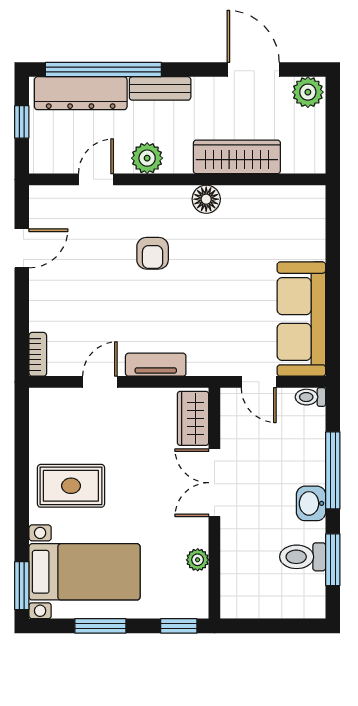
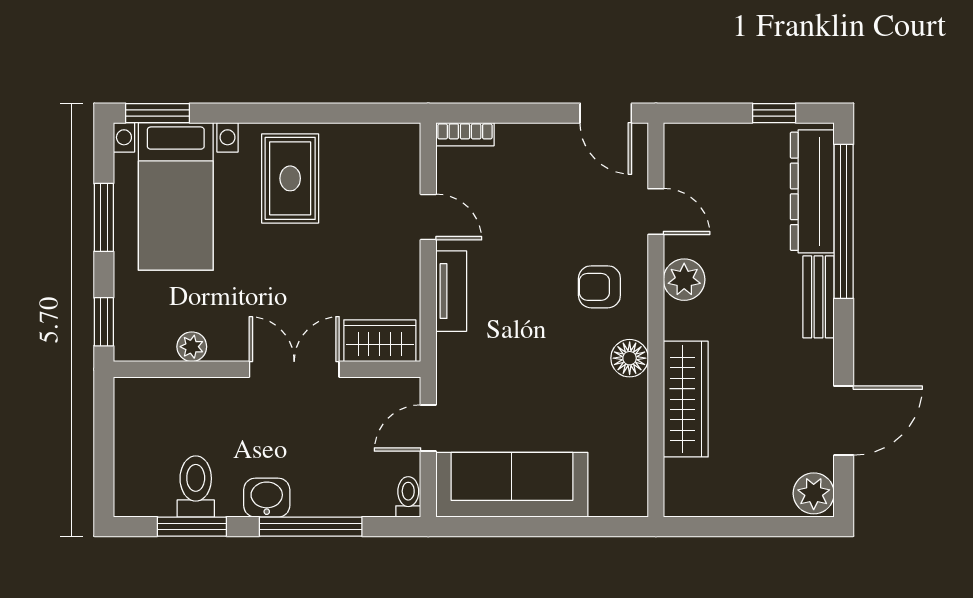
wardrobe: (237, 157) -> (686, 399), moved
plant: (147, 158) -> (684, 280), moved
door: (96, 179) -> (656, 212), moved
wall: (177, 179) -> (656, 320), moved
floor lamp: (206, 199) -> (630, 358), moved

